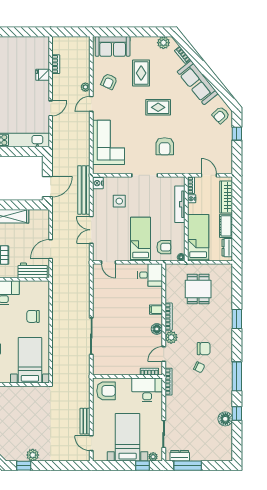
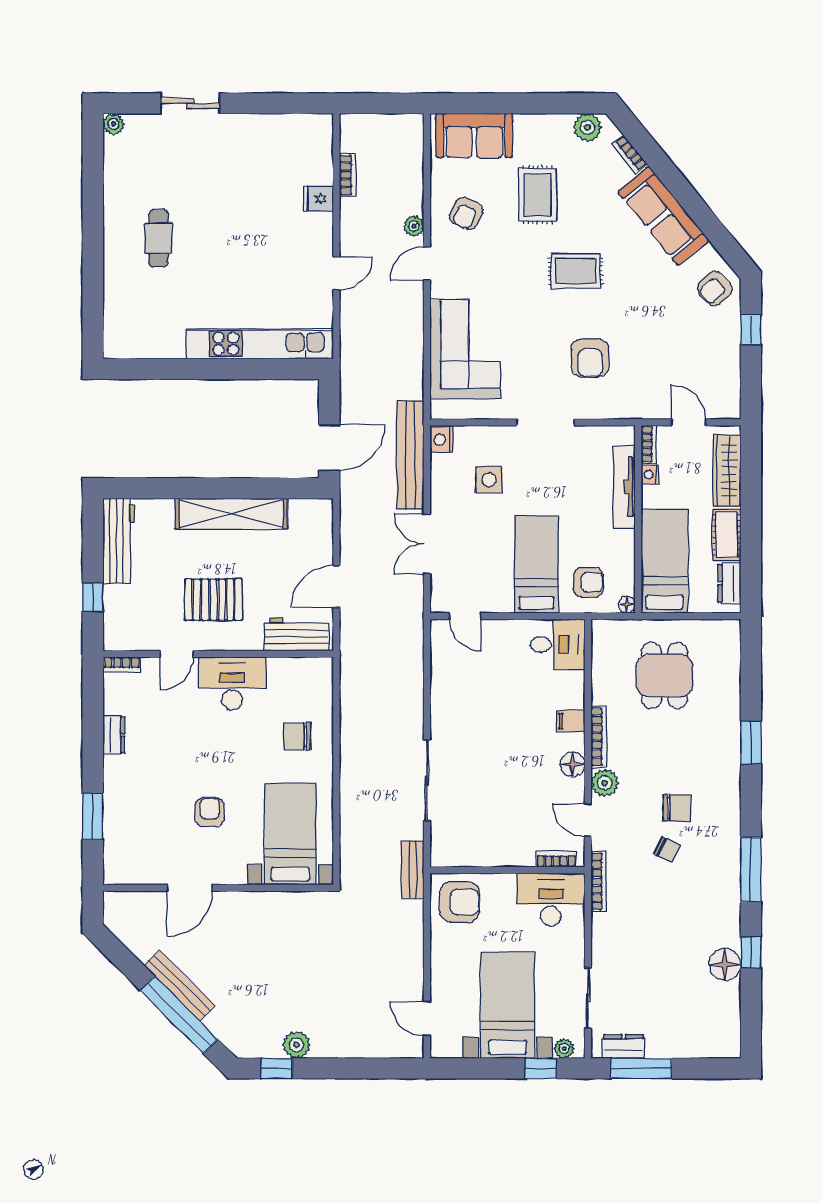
door: (164, 354) -> (588, 820), hinge flipped
bench: (85, 421) -> (413, 869), moved

